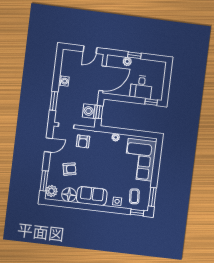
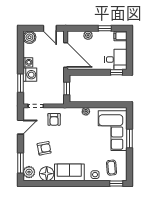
door: (90, 50) -> (50, 28), hinge flipped
window: (134, 55) -> (105, 28), moved
boiler: (68, 56) -> (29, 37), added
filing cabinet: (160, 66) -> (121, 36), added
door: (102, 78) -> (66, 55), hinge flipped
desk: (141, 87) -> (116, 59), moved, turned -90
washing machine: (90, 111) -> (30, 75), moved, turned 180
window: (152, 197) -> (130, 139), moved

